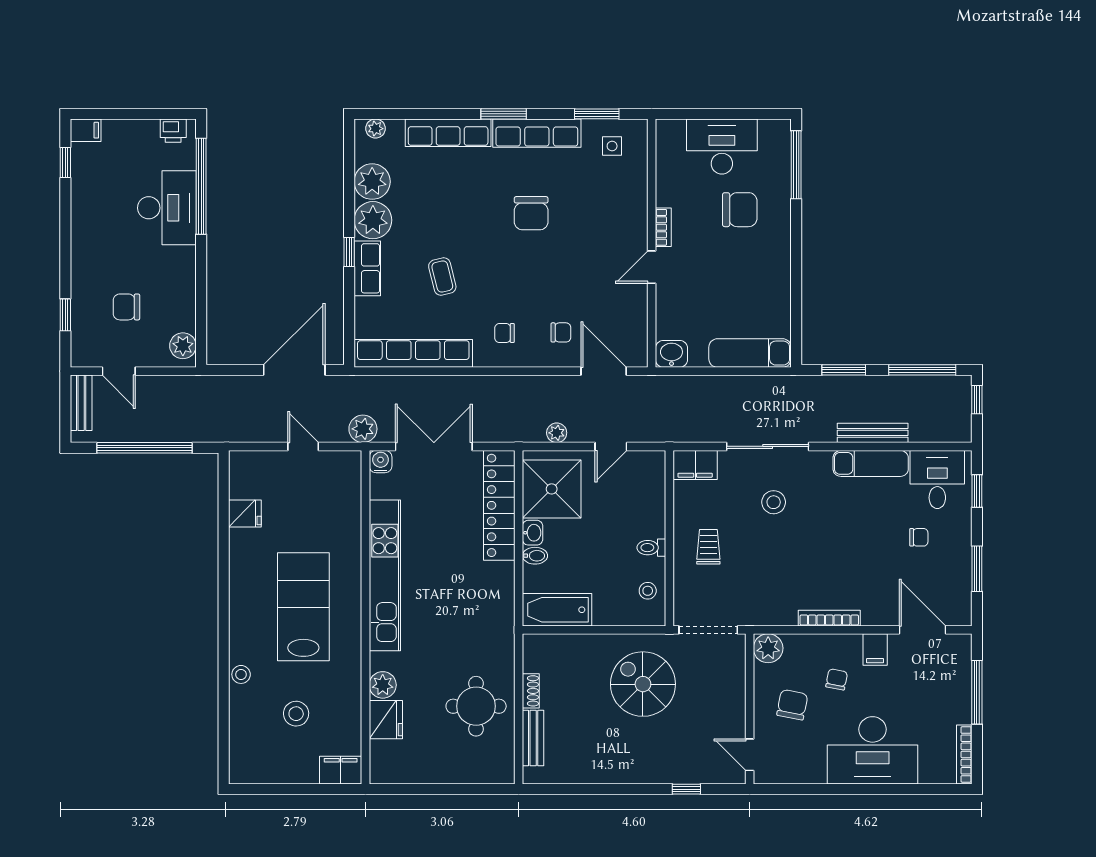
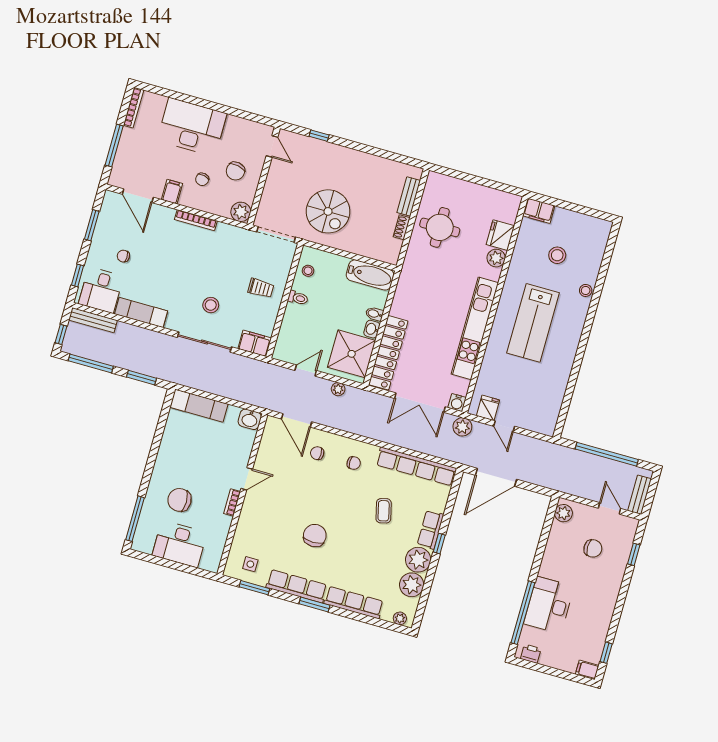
bench: (873, 433) -> (93, 320), moved
fridge: (245, 513) -> (488, 408), moved, turned 90
trolley: (708, 547) -> (261, 288), turned -90

